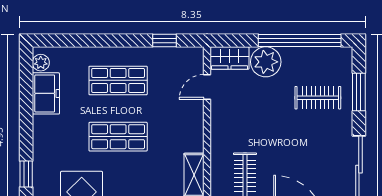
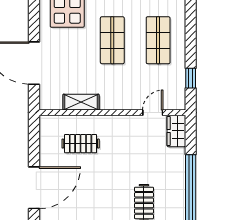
plant: (266, 62) -> (173, 160), removed
door: (207, 87) -> (153, 113), hinge flipped

